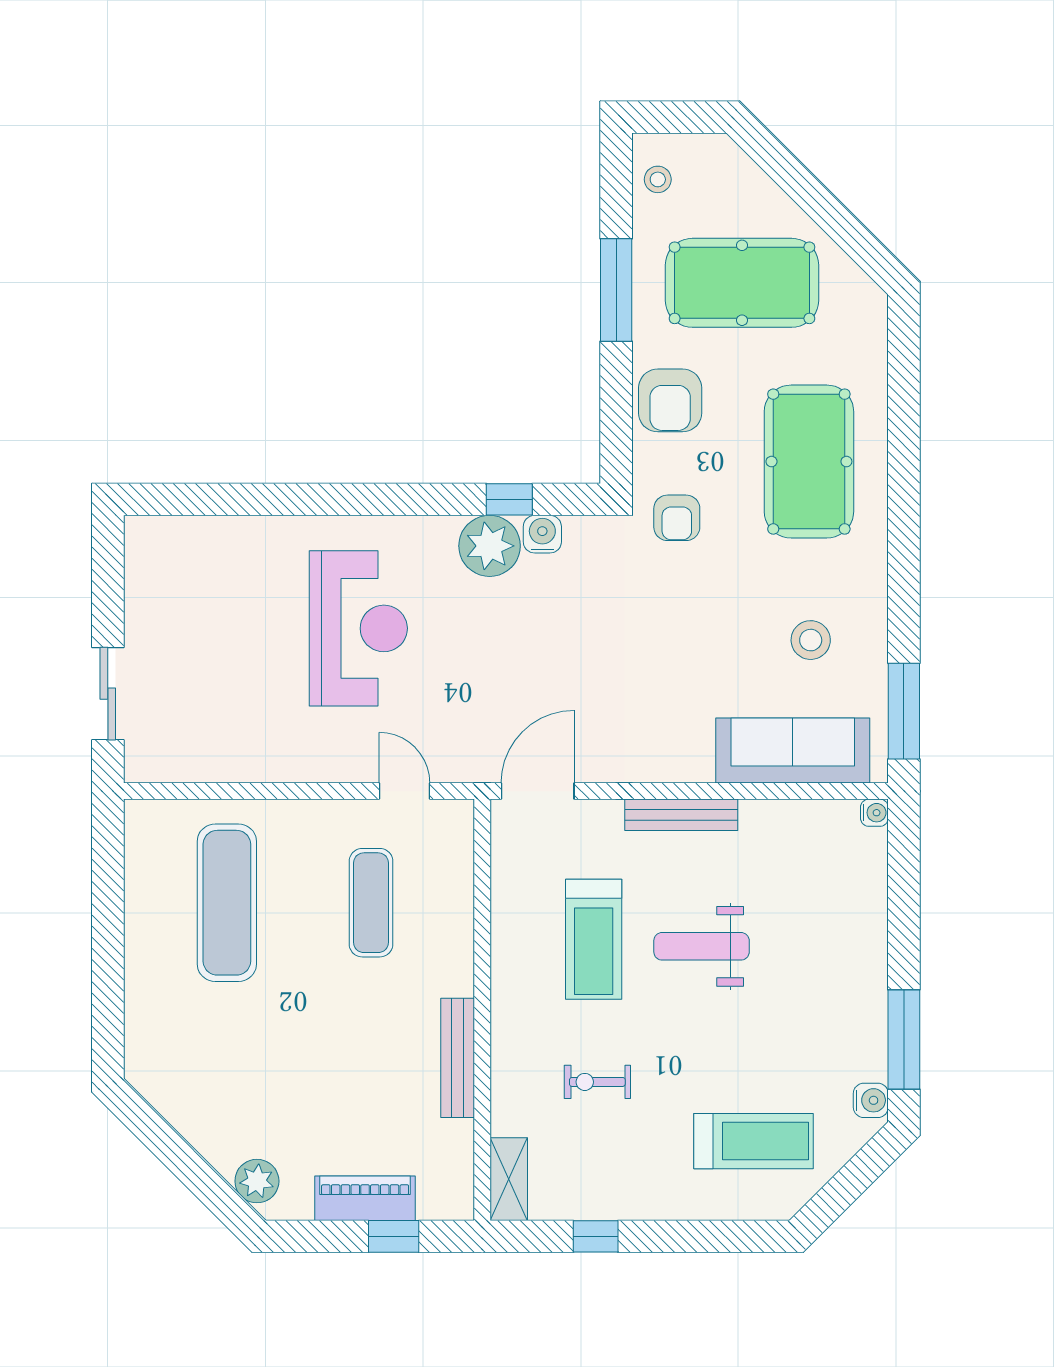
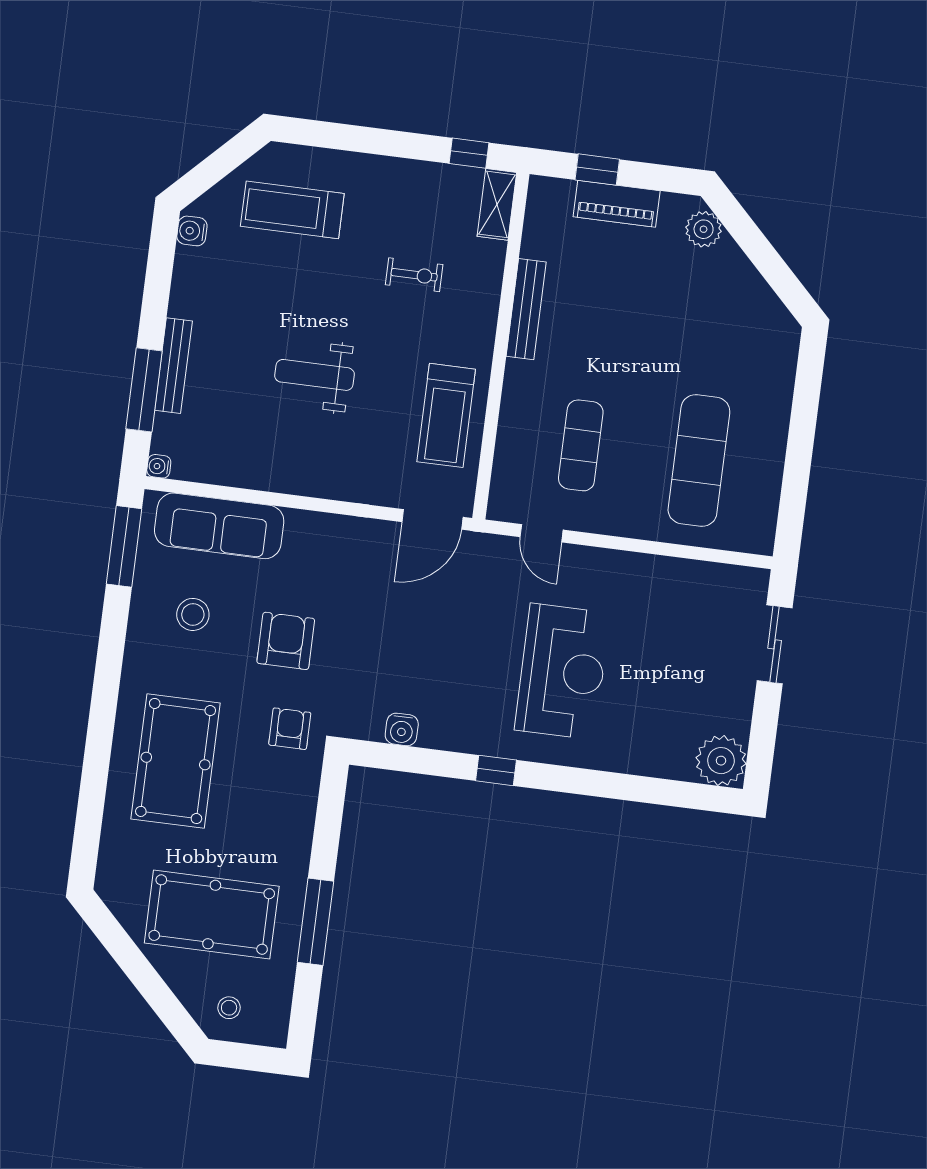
stool: (658, 179) -> (229, 1008), moved
armchair: (670, 400) -> (286, 641), moved
window: (509, 499) -> (496, 770), moved
plant: (490, 546) -> (721, 761), moved
reception desk: (358, 628) -> (562, 671), turned 180
bench: (681, 815) -> (173, 366), moved, turned 90
treadmill: (594, 939) -> (446, 415), moved, turned 180
weight bench: (702, 946) -> (314, 375), turned 180
window: (904, 1040) -> (144, 390), moved
window: (596, 1236) -> (469, 153), moved

